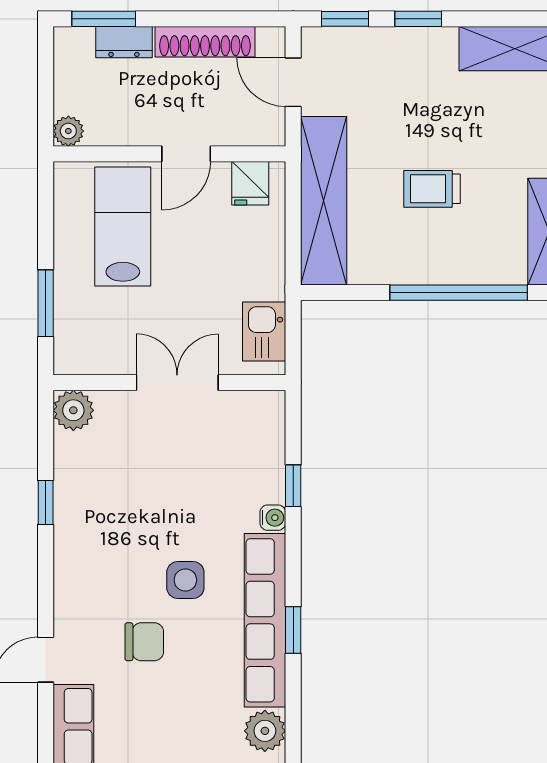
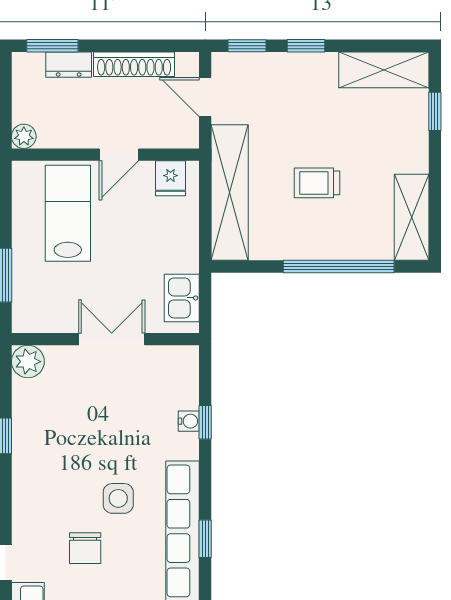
water cooler: (273, 518) -> (189, 421), moved
chair: (144, 642) -> (85, 548), turned 90

